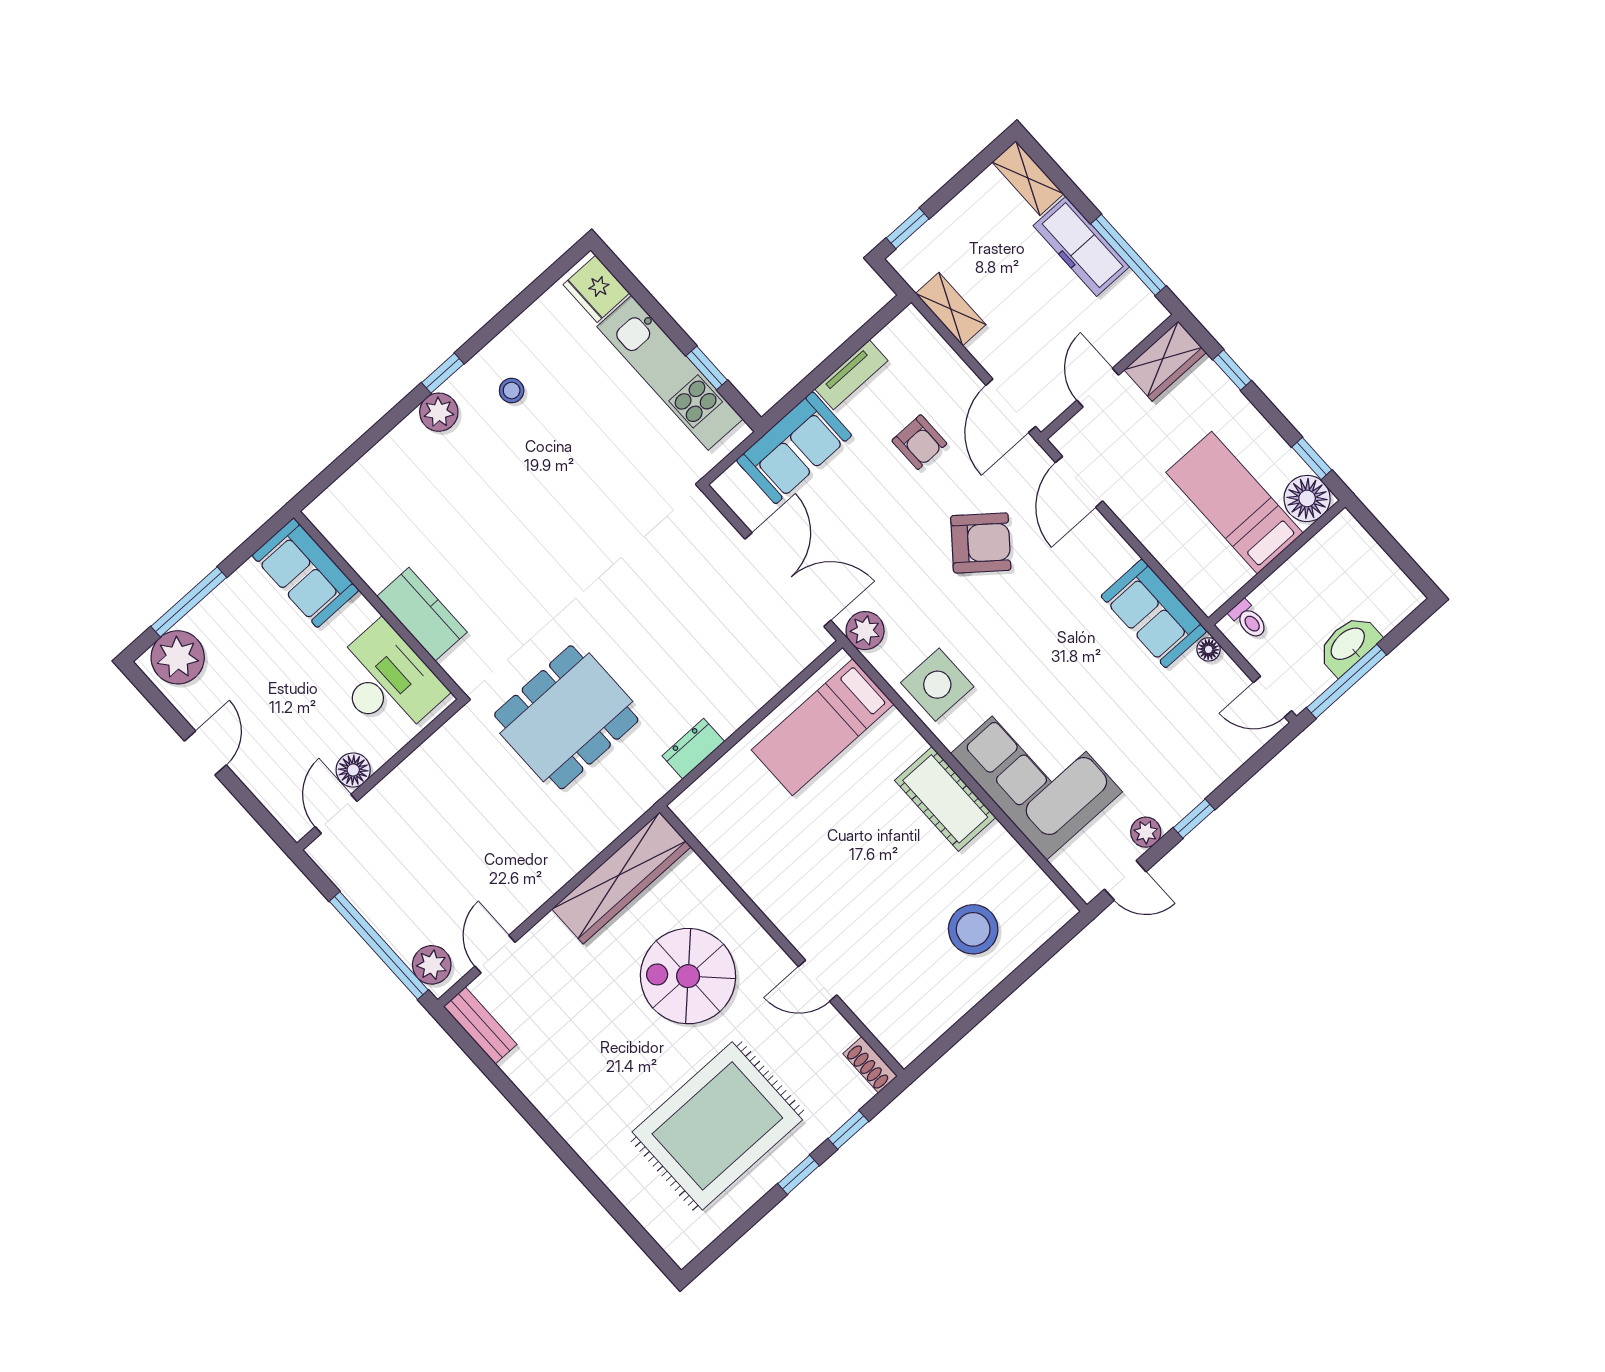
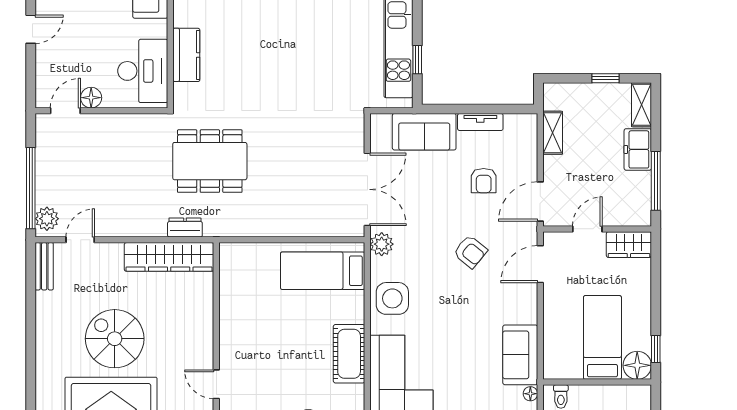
window: (908, 228) -> (606, 78), moved
freezer: (1081, 246) -> (638, 149), width x0.71
window: (1232, 370) -> (656, 276), removed
armchair: (981, 543) -> (470, 252), width x0.72, depth x0.72
dresser: (693, 749) -> (185, 228), moved
spiral stairs: (688, 976) -> (115, 339), moved

